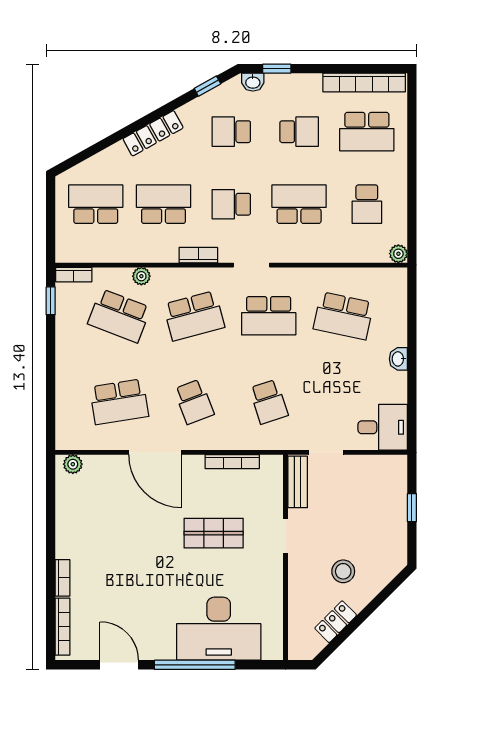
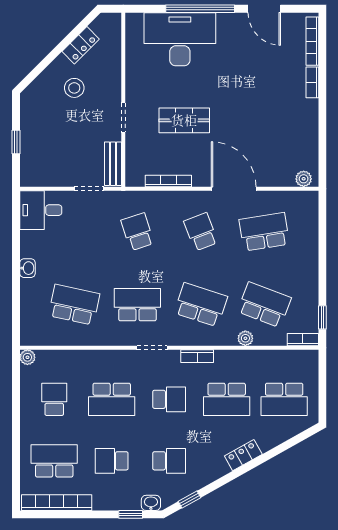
locker: (153, 133) -> (243, 455), width x0.66
school desk: (194, 316) -> (201, 305), turned 33

